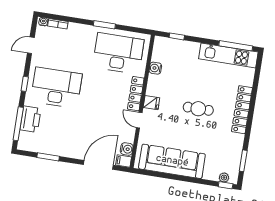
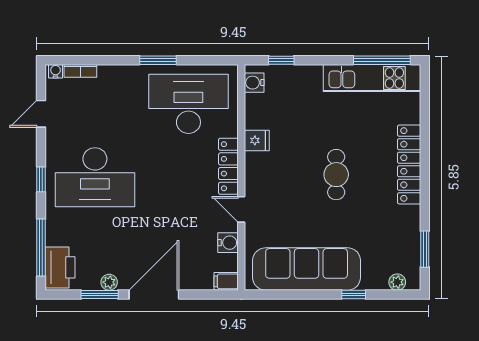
water cooler: (155, 68) -> (254, 83), moved
desk: (56, 88) -> (95, 177), turned 180
fridge: (151, 103) -> (257, 140), moved
cafe table: (198, 109) -> (336, 175), turned 90
printer: (30, 119) -> (60, 267), moved
water cooler: (127, 149) -> (228, 243), moved
plant: (55, 151) -> (109, 282), added
door: (98, 165) -> (154, 294), moved
window: (226, 185) -> (354, 294), moved

